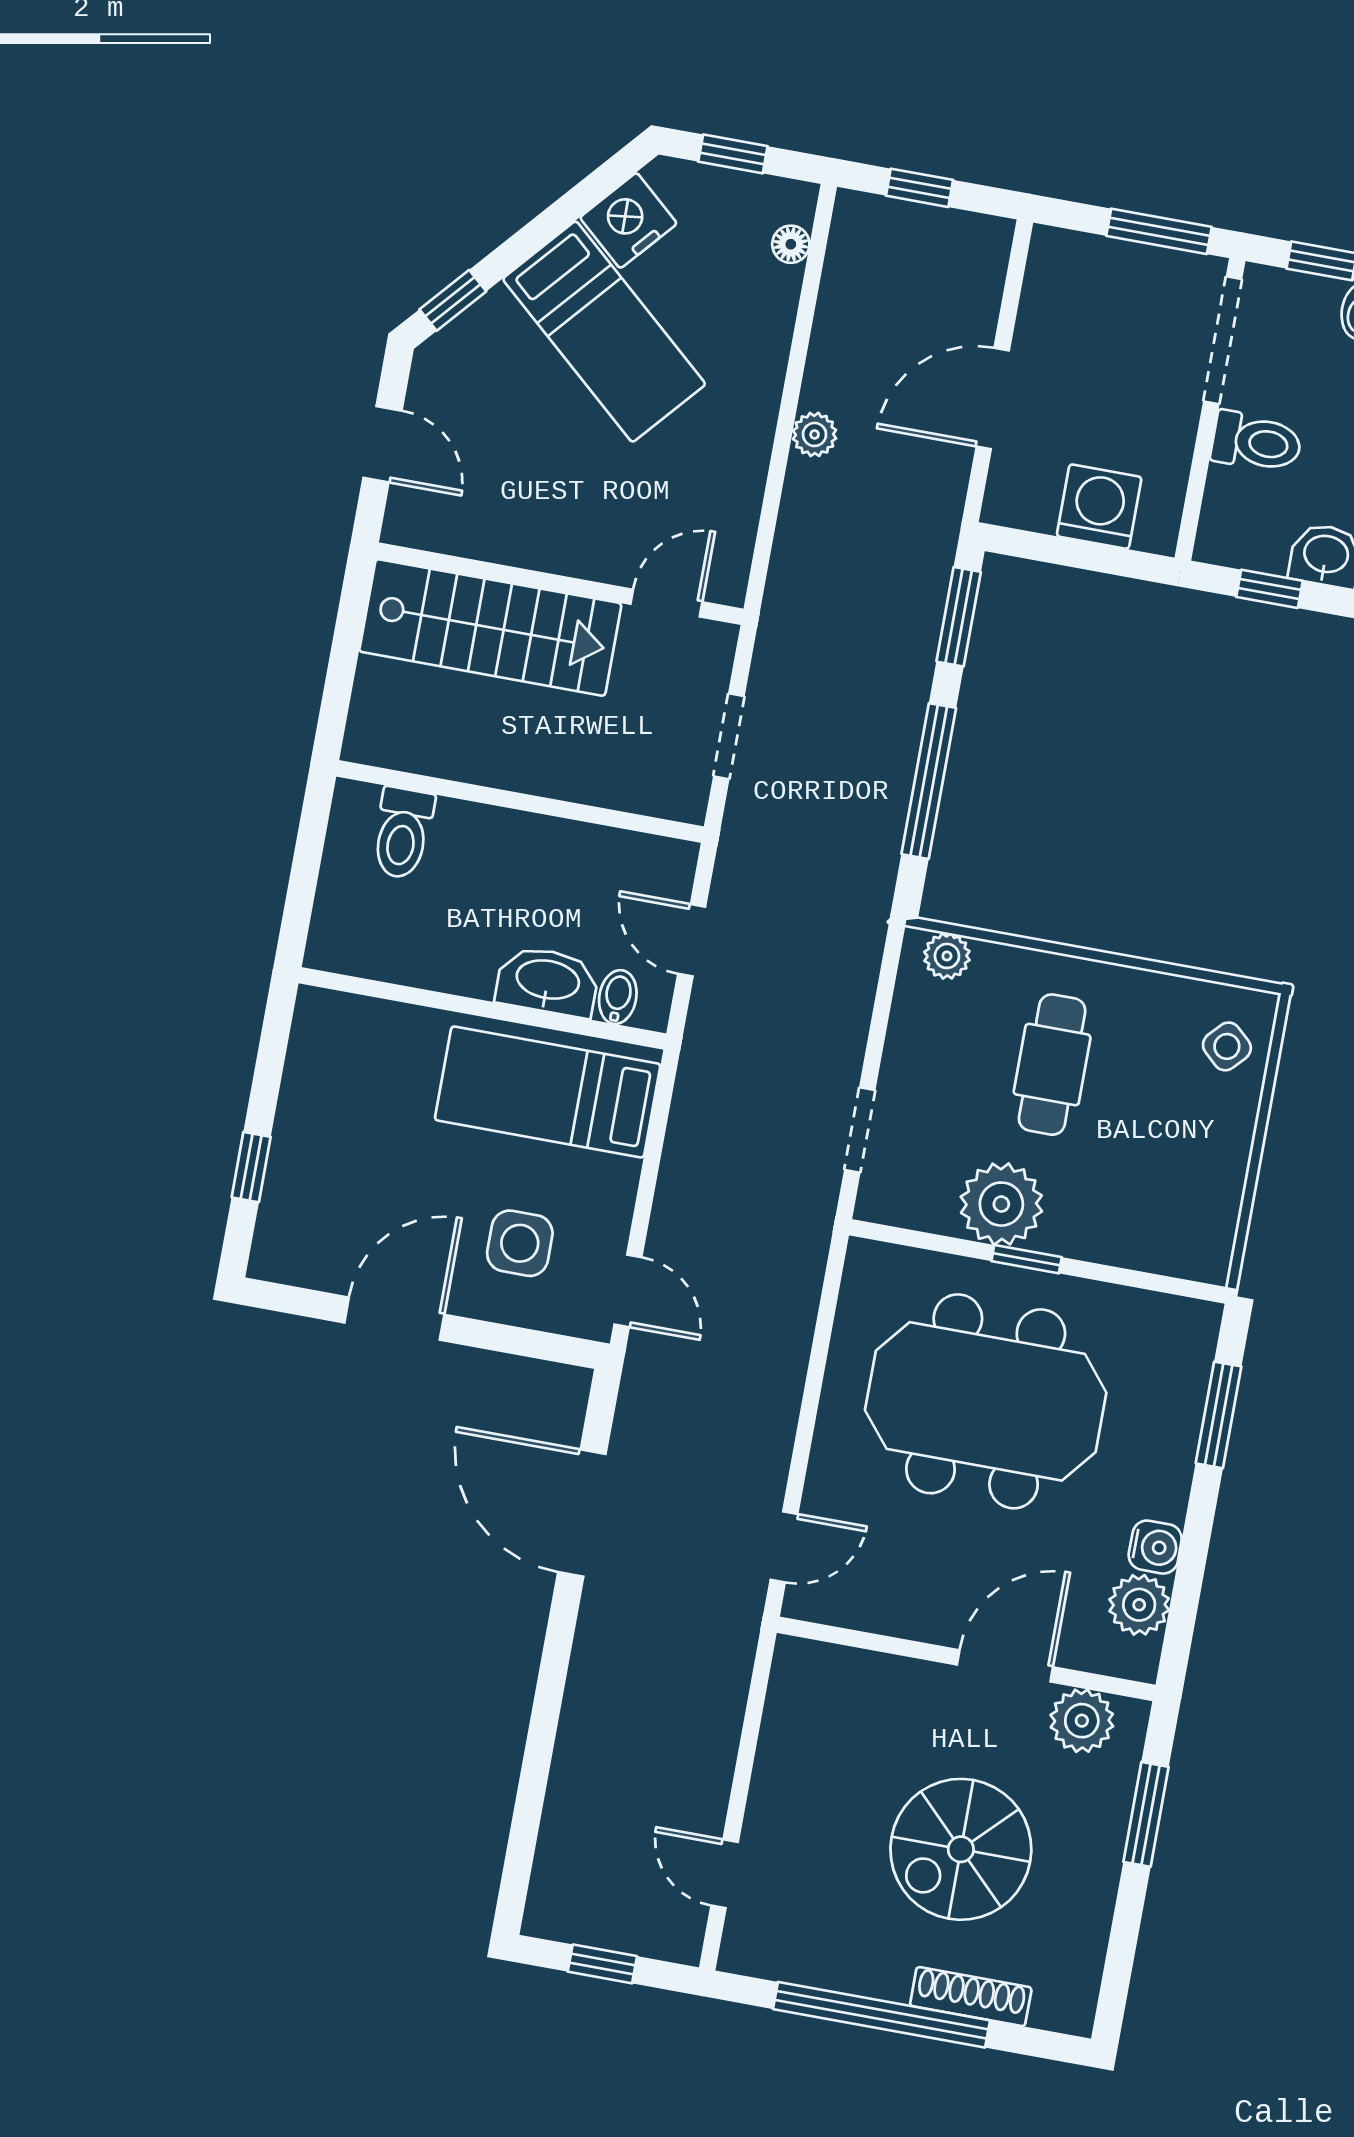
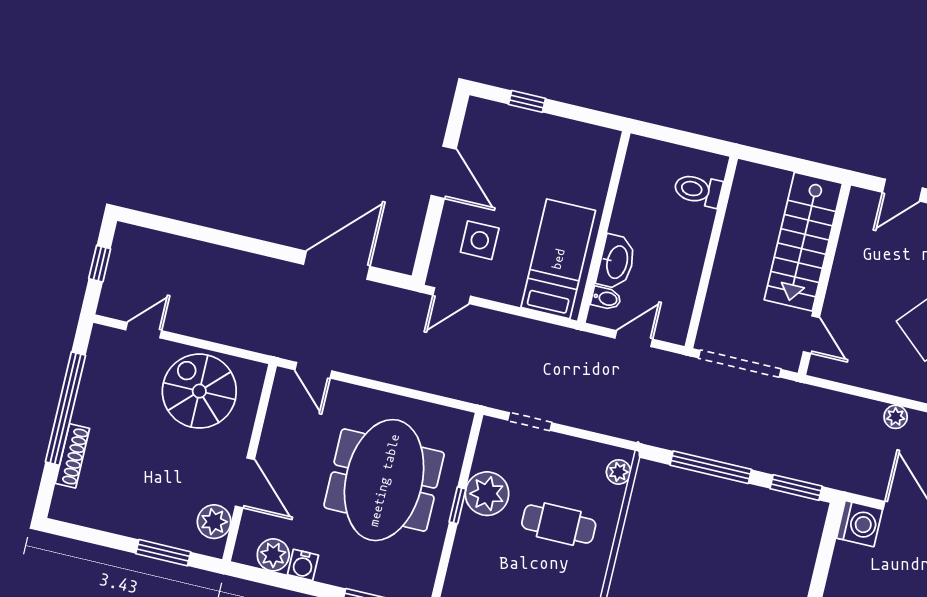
washing machine: (1099, 507) -> (859, 524), moved
doorway: (729, 736) -> (740, 364), width x1.88
spiral stairs: (961, 1849) -> (199, 391), moved

